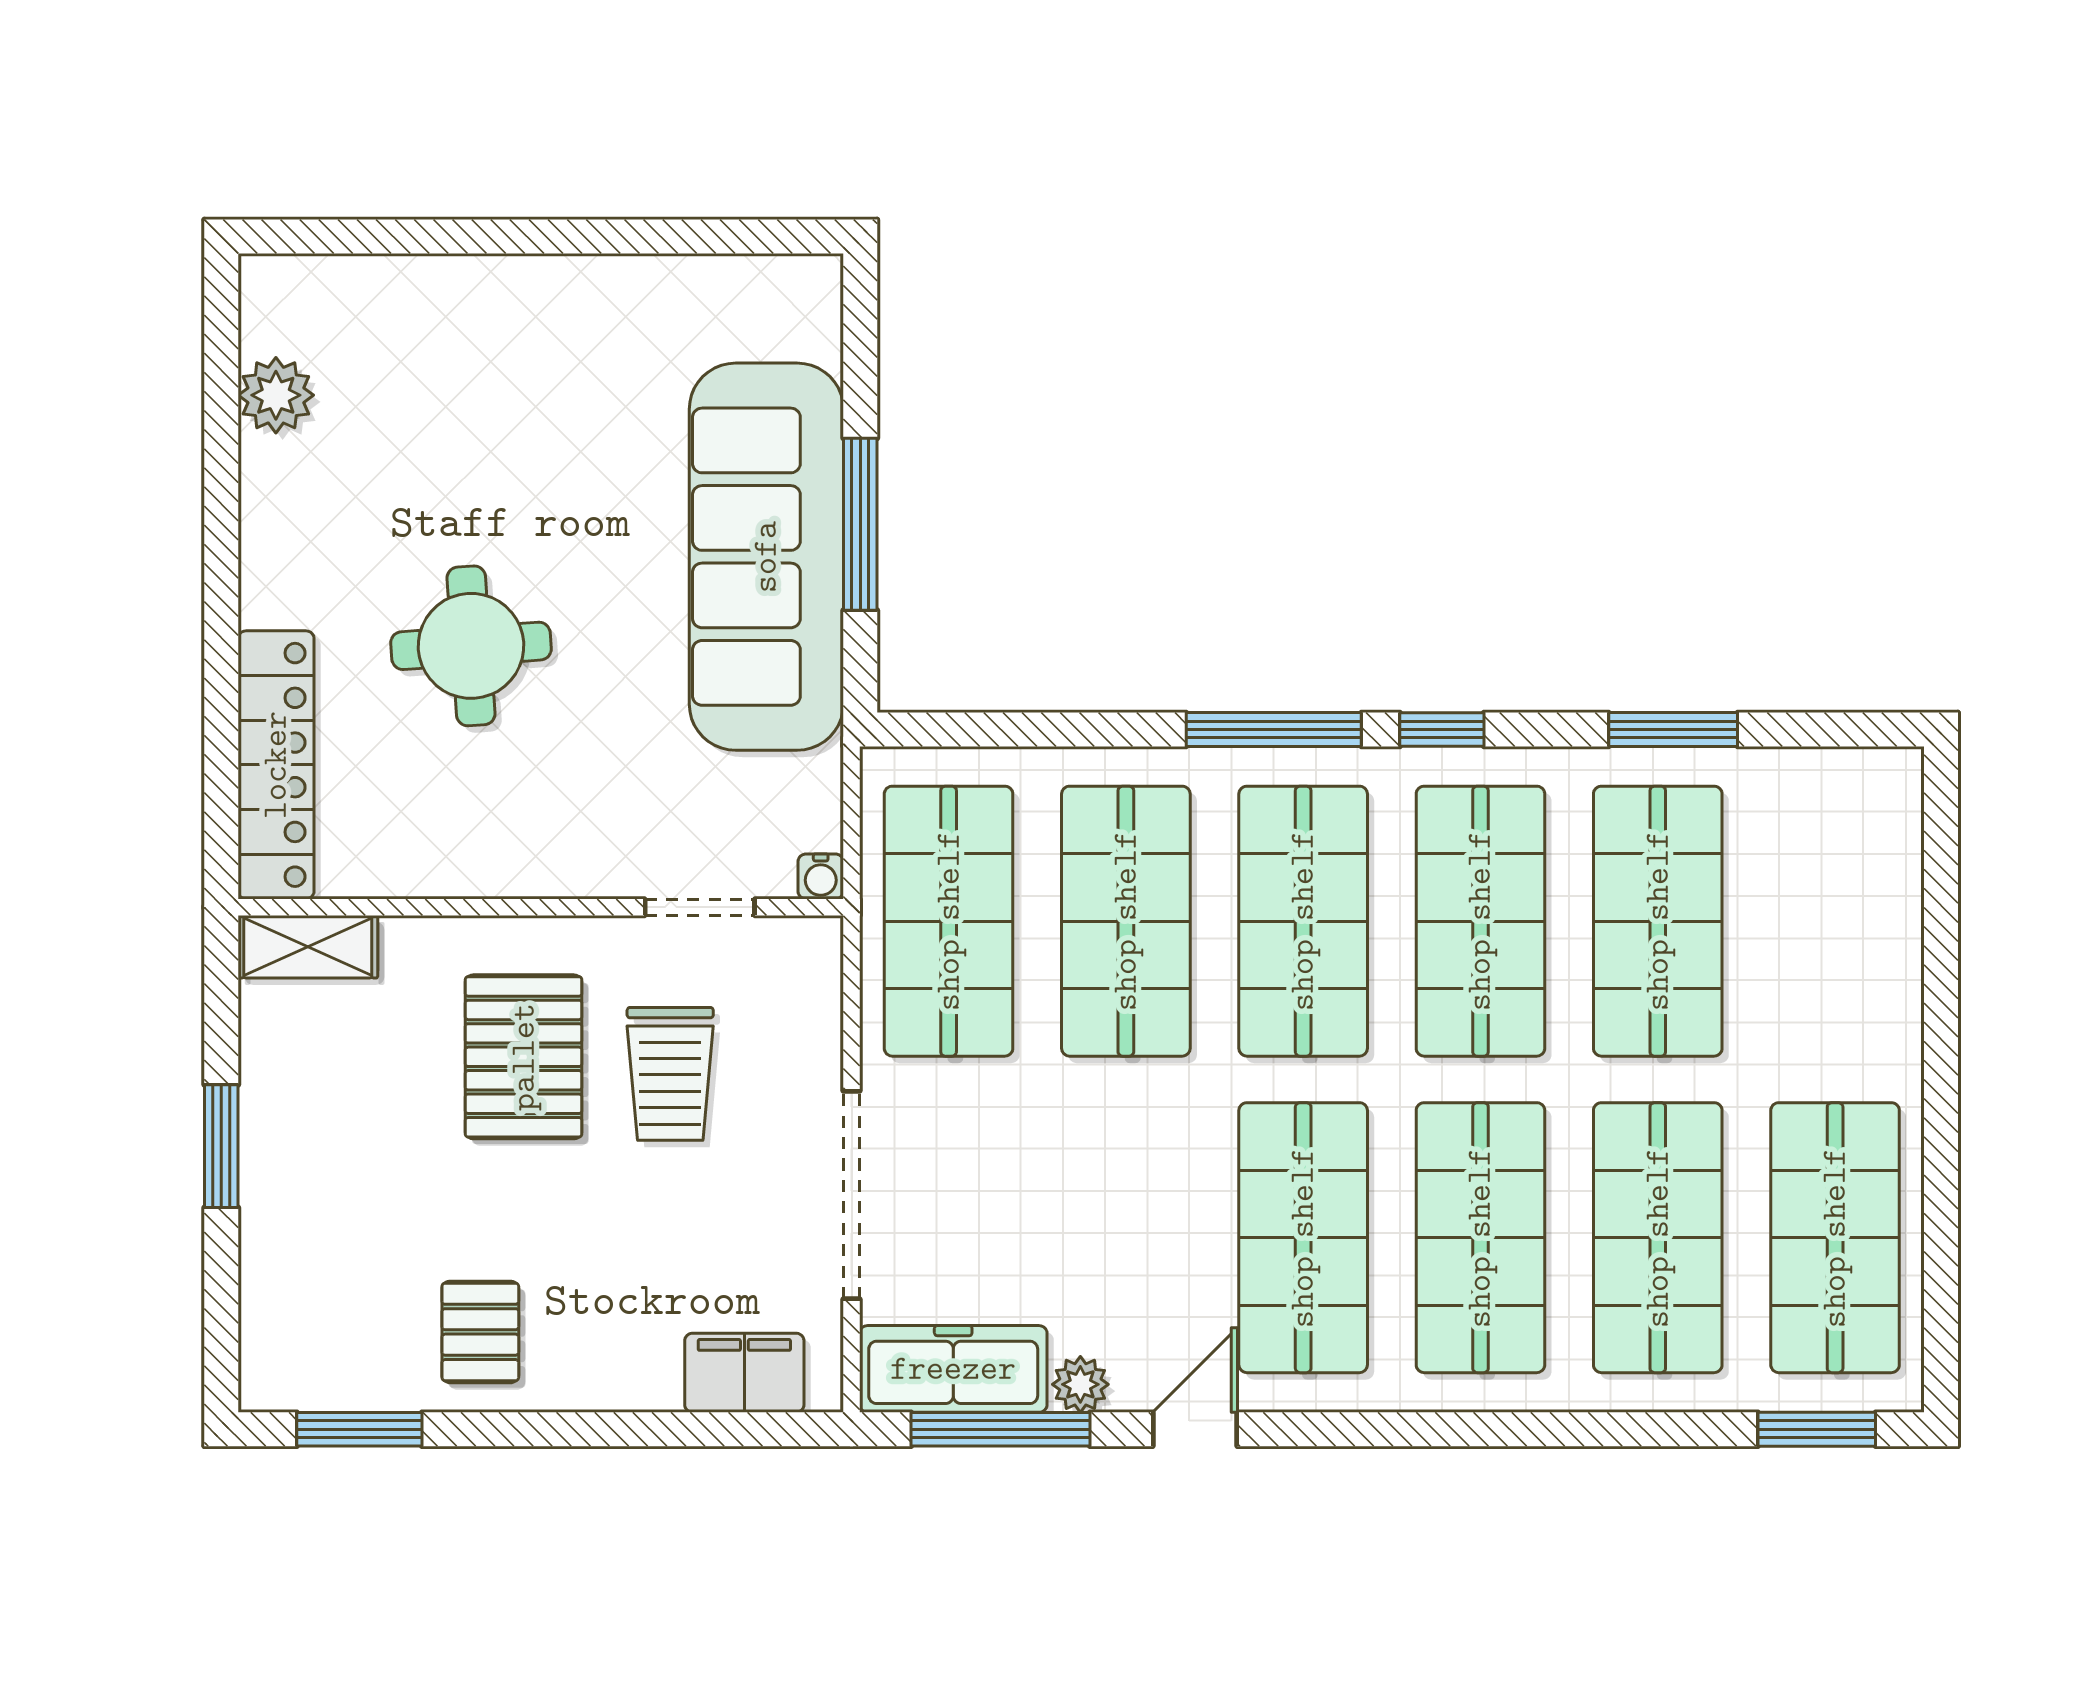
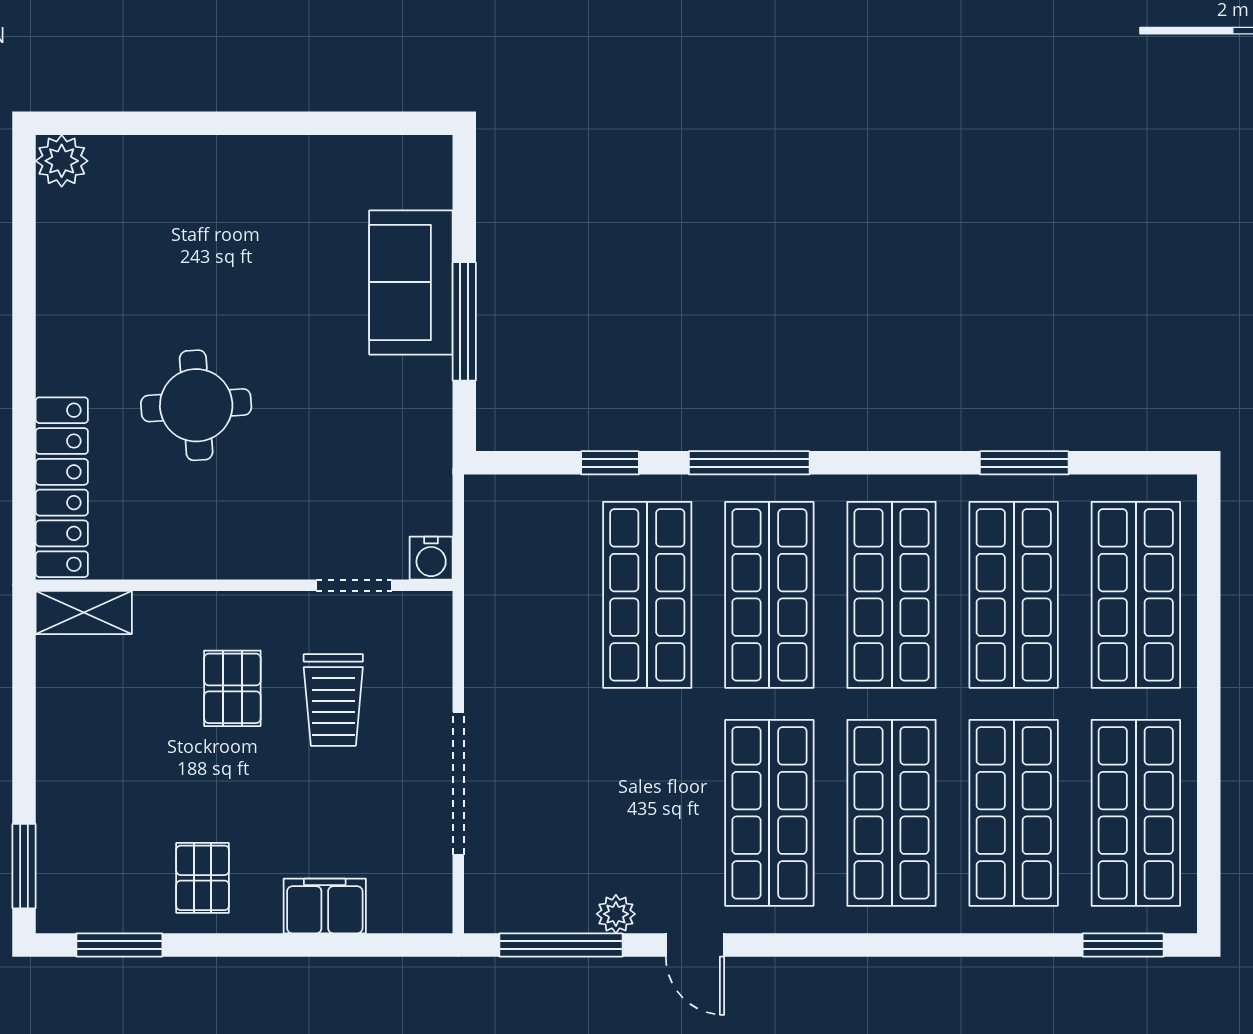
plant: (276, 395) -> (62, 161), moved
sofa: (766, 557) -> (411, 282), width x0.54, depth x0.79
window: (1442, 730) -> (610, 463), moved
water cooler: (821, 876) -> (431, 558), width x1.38, depth x1.38
shop shelf: (949, 921) -> (1136, 595), moved
pallet: (524, 1057) -> (232, 688), width x0.67, depth x0.71
window: (221, 1146) -> (24, 866), moved
freezer: (953, 1369) -> (528, 903), removed
filing cabinet: (744, 1373) -> (325, 906), moved
door: (1195, 1429) -> (695, 945), swing flipped

